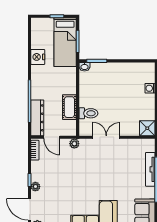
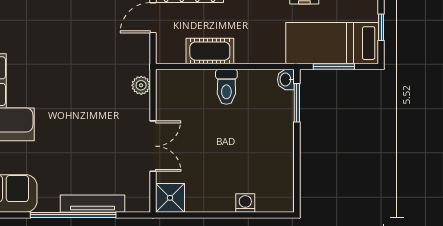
toilet: (88, 113) -> (226, 87), moved
double door: (106, 137) -> (153, 146), moved
plant: (74, 144) -> (141, 85), moved

